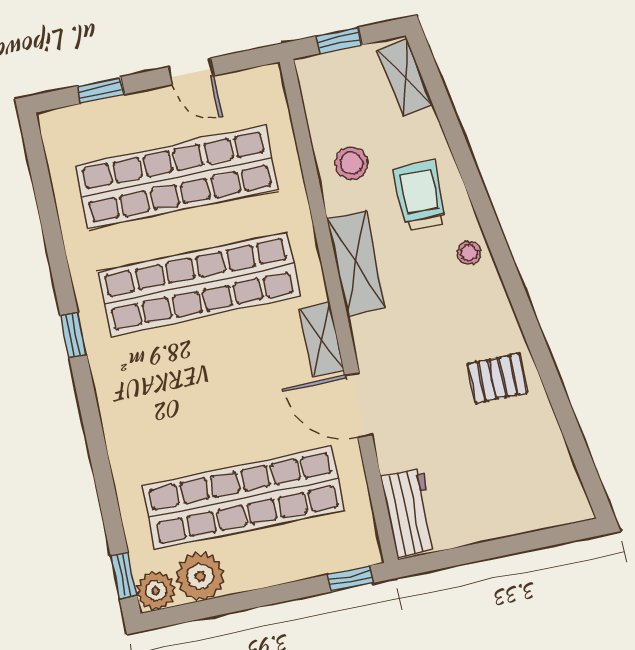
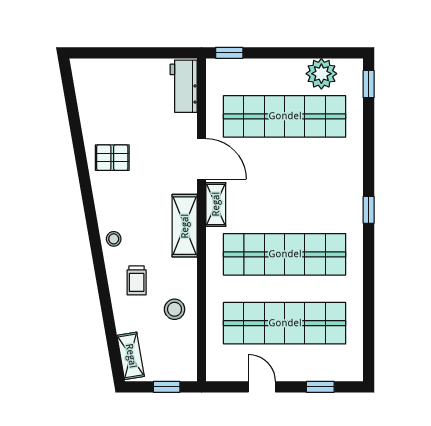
trolley: (420, 196) -> (137, 280), width x0.73, depth x0.72
shelving: (356, 263) -> (185, 226), moved
window: (73, 335) -> (369, 210), moved
plant: (156, 591) -> (351, 71), removed

